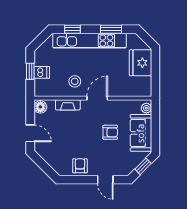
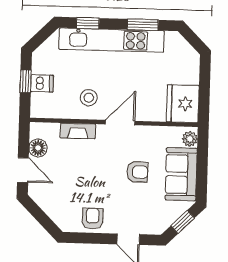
fridge: (141, 63) -> (183, 104), moved
floor lamp: (40, 107) -> (38, 148), moved

